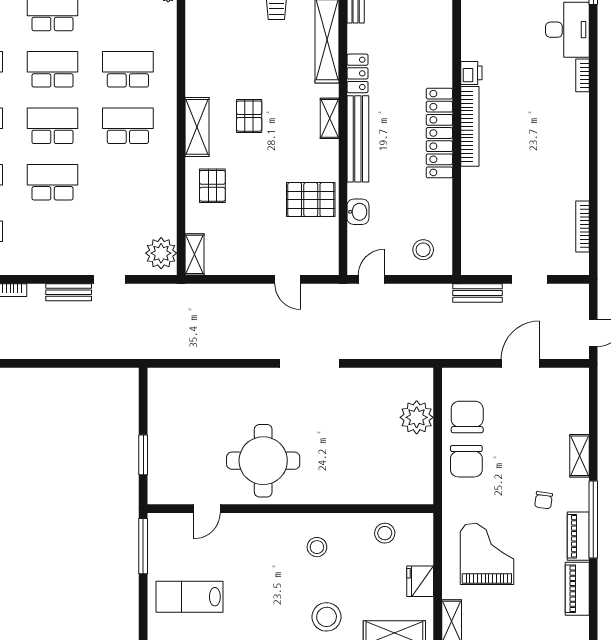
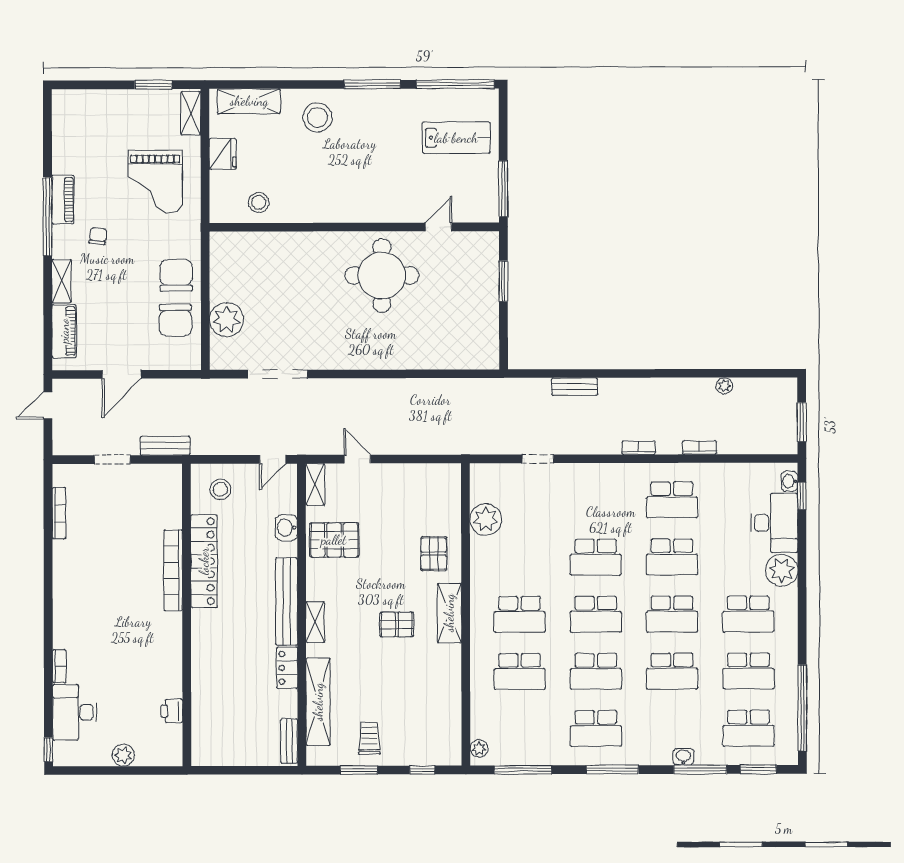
printer: (471, 73) -> (172, 711), moved
pallet: (249, 116) -> (397, 624), turned 90
bookcase: (470, 126) -> (173, 570), moved
locker: (439, 133) -> (204, 561), moved
plant: (161, 253) -> (486, 519), moved
shelving: (195, 254) -> (315, 484), moved
bench: (69, 292) -> (575, 387), moved
doorway: (309, 363) -> (278, 374), moved
stool: (317, 547) -> (327, 188), removed
piano: (577, 589) -> (64, 331), moved

